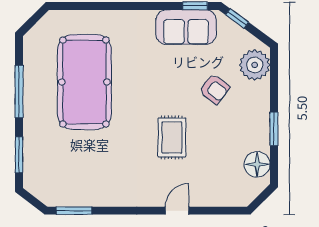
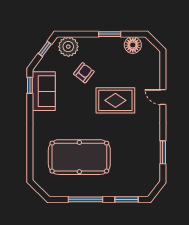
window: (237, 19) -> (45, 49), moved
rug: (172, 137) -> (115, 100), width x1.36, depth x1.43
window: (74, 211) -> (163, 152), moved

